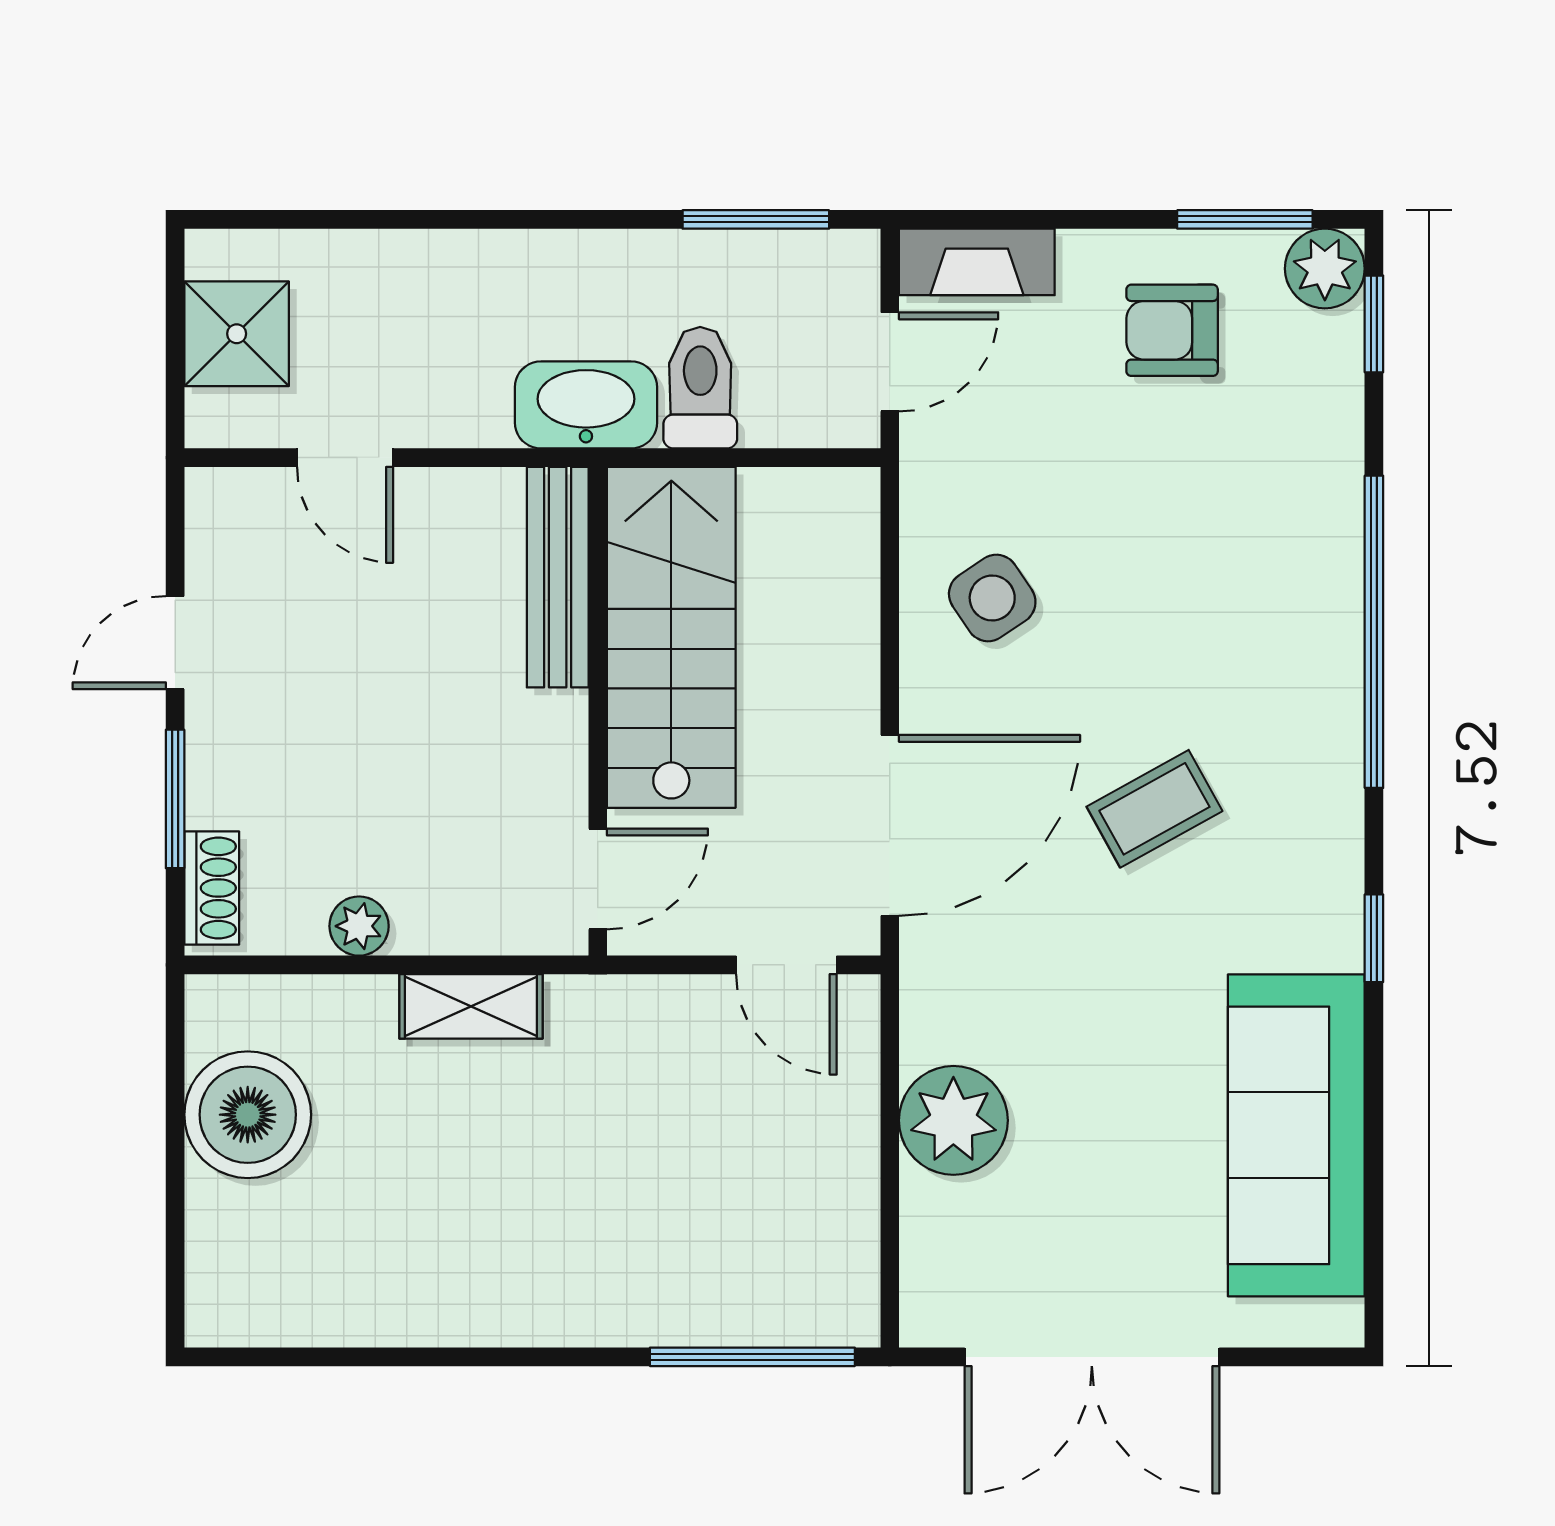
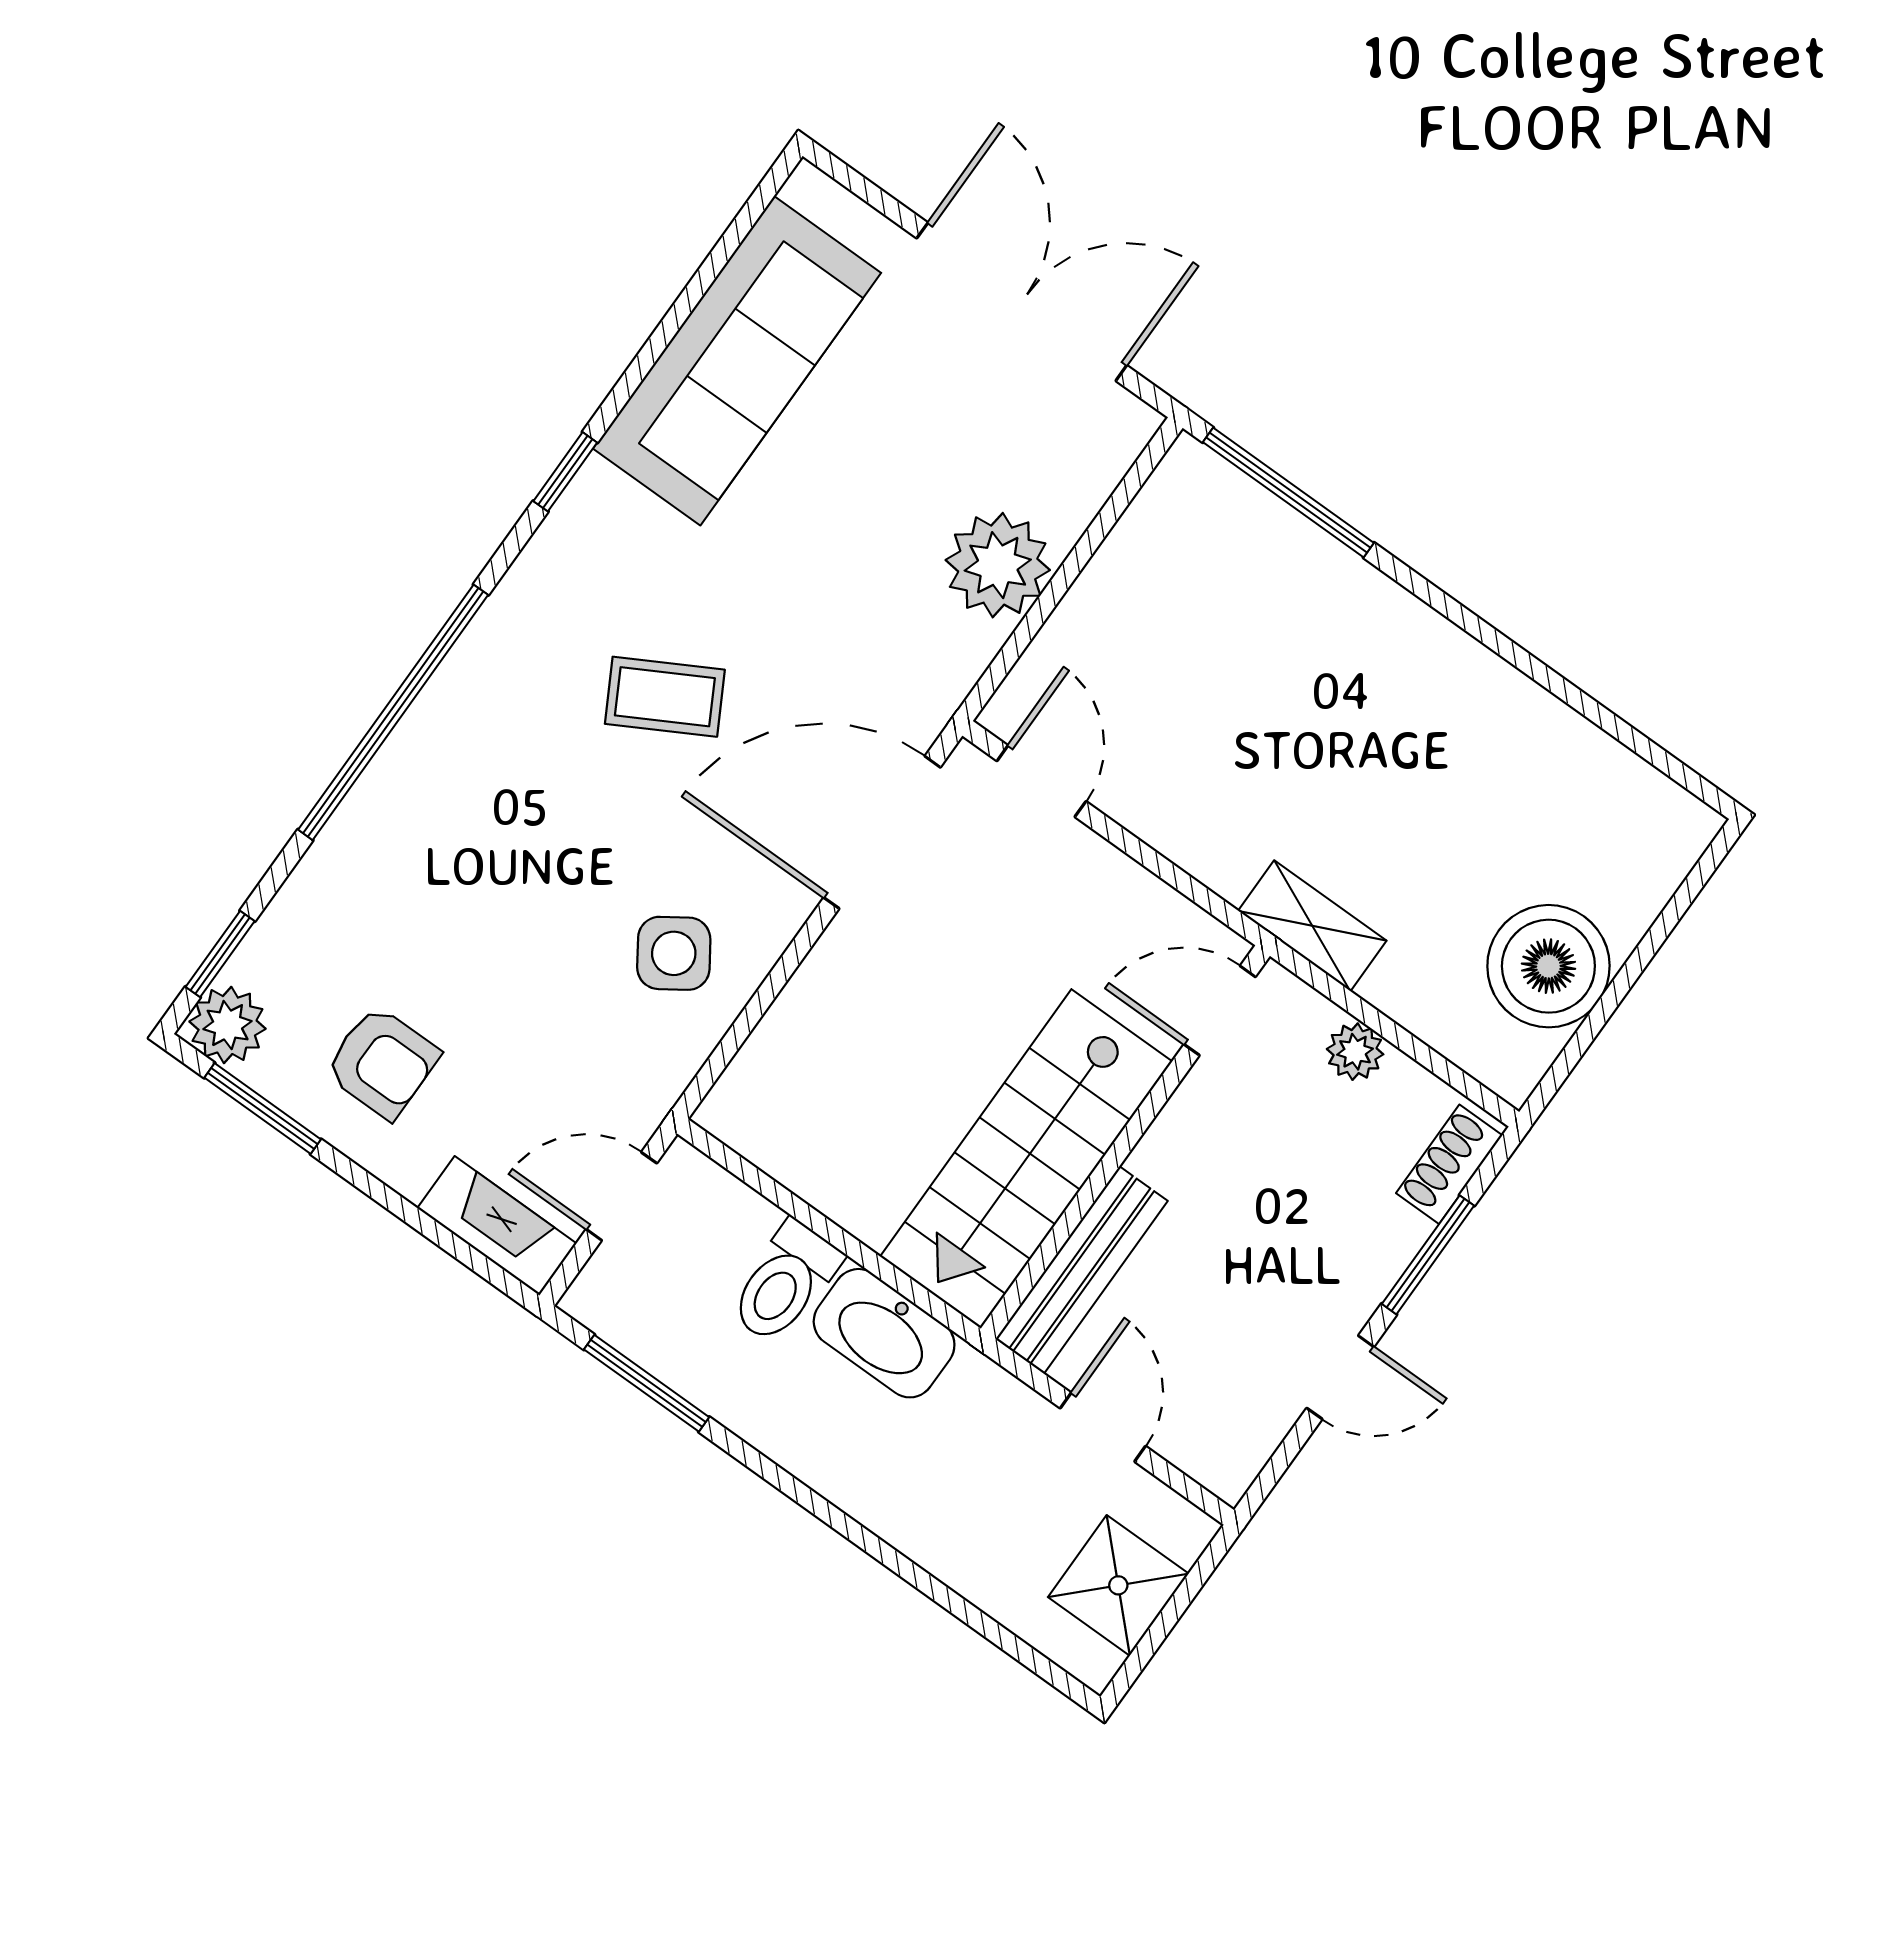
bench: (558, 577) -> (1082, 1270), moved
stairs: (671, 637) -> (1026, 1159), moved
wall: (598, 711) -> (1125, 1142), moved
door: (598, 879) -> (1220, 1011), moved

